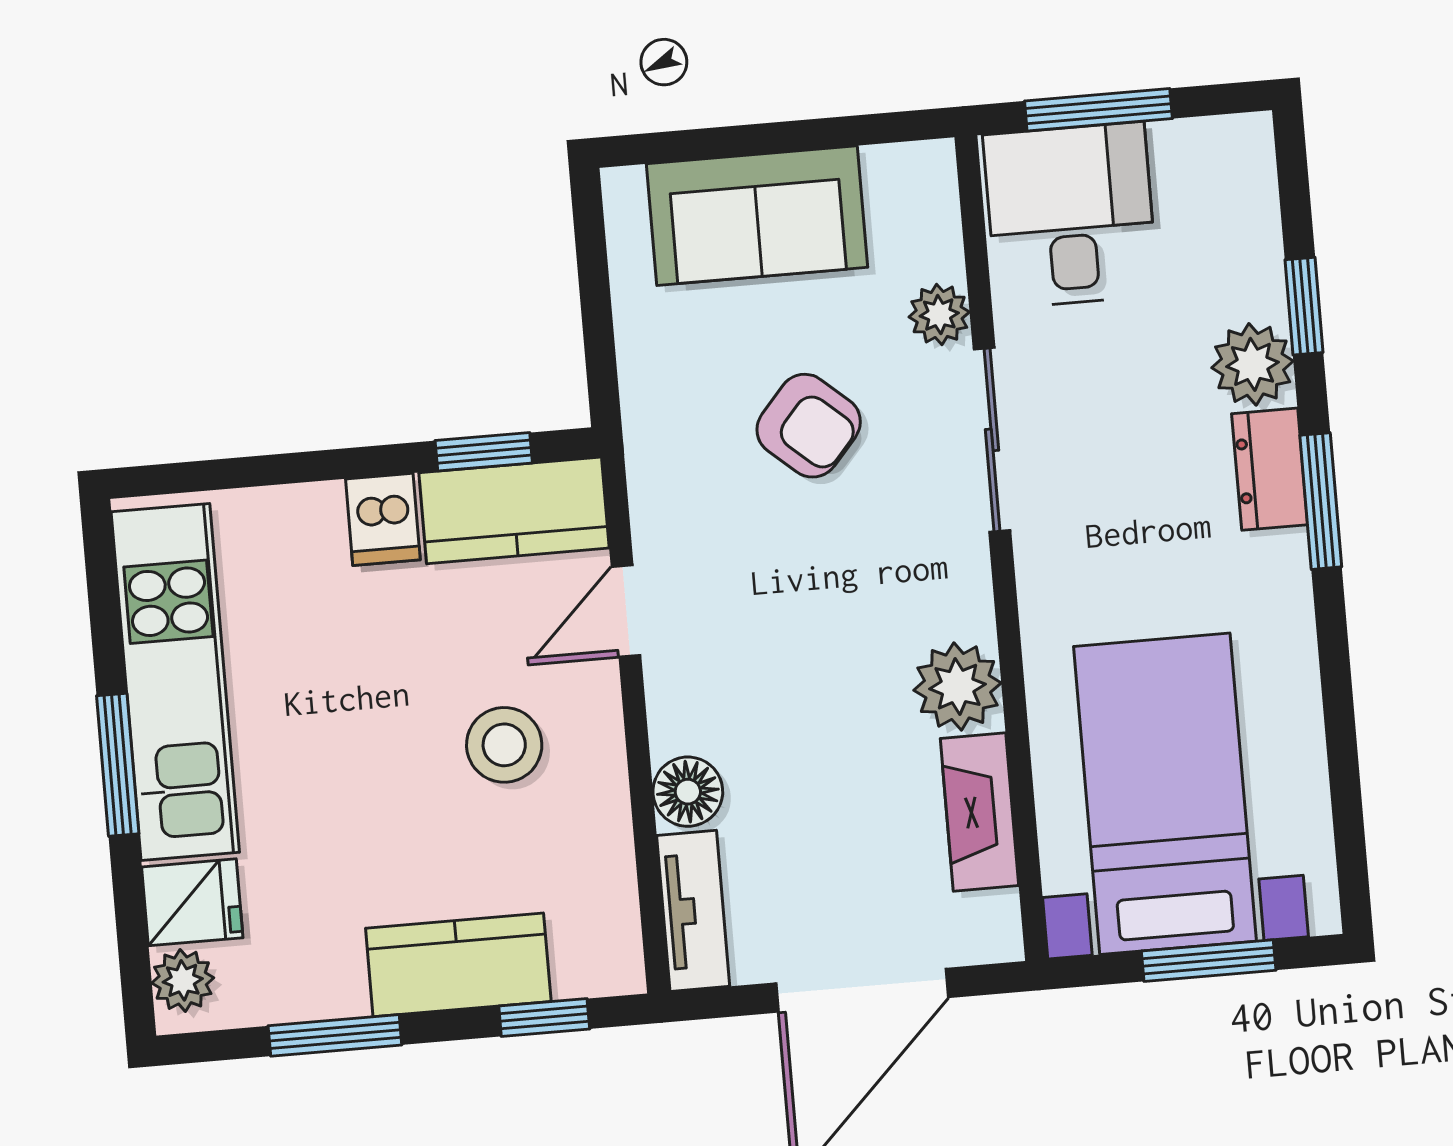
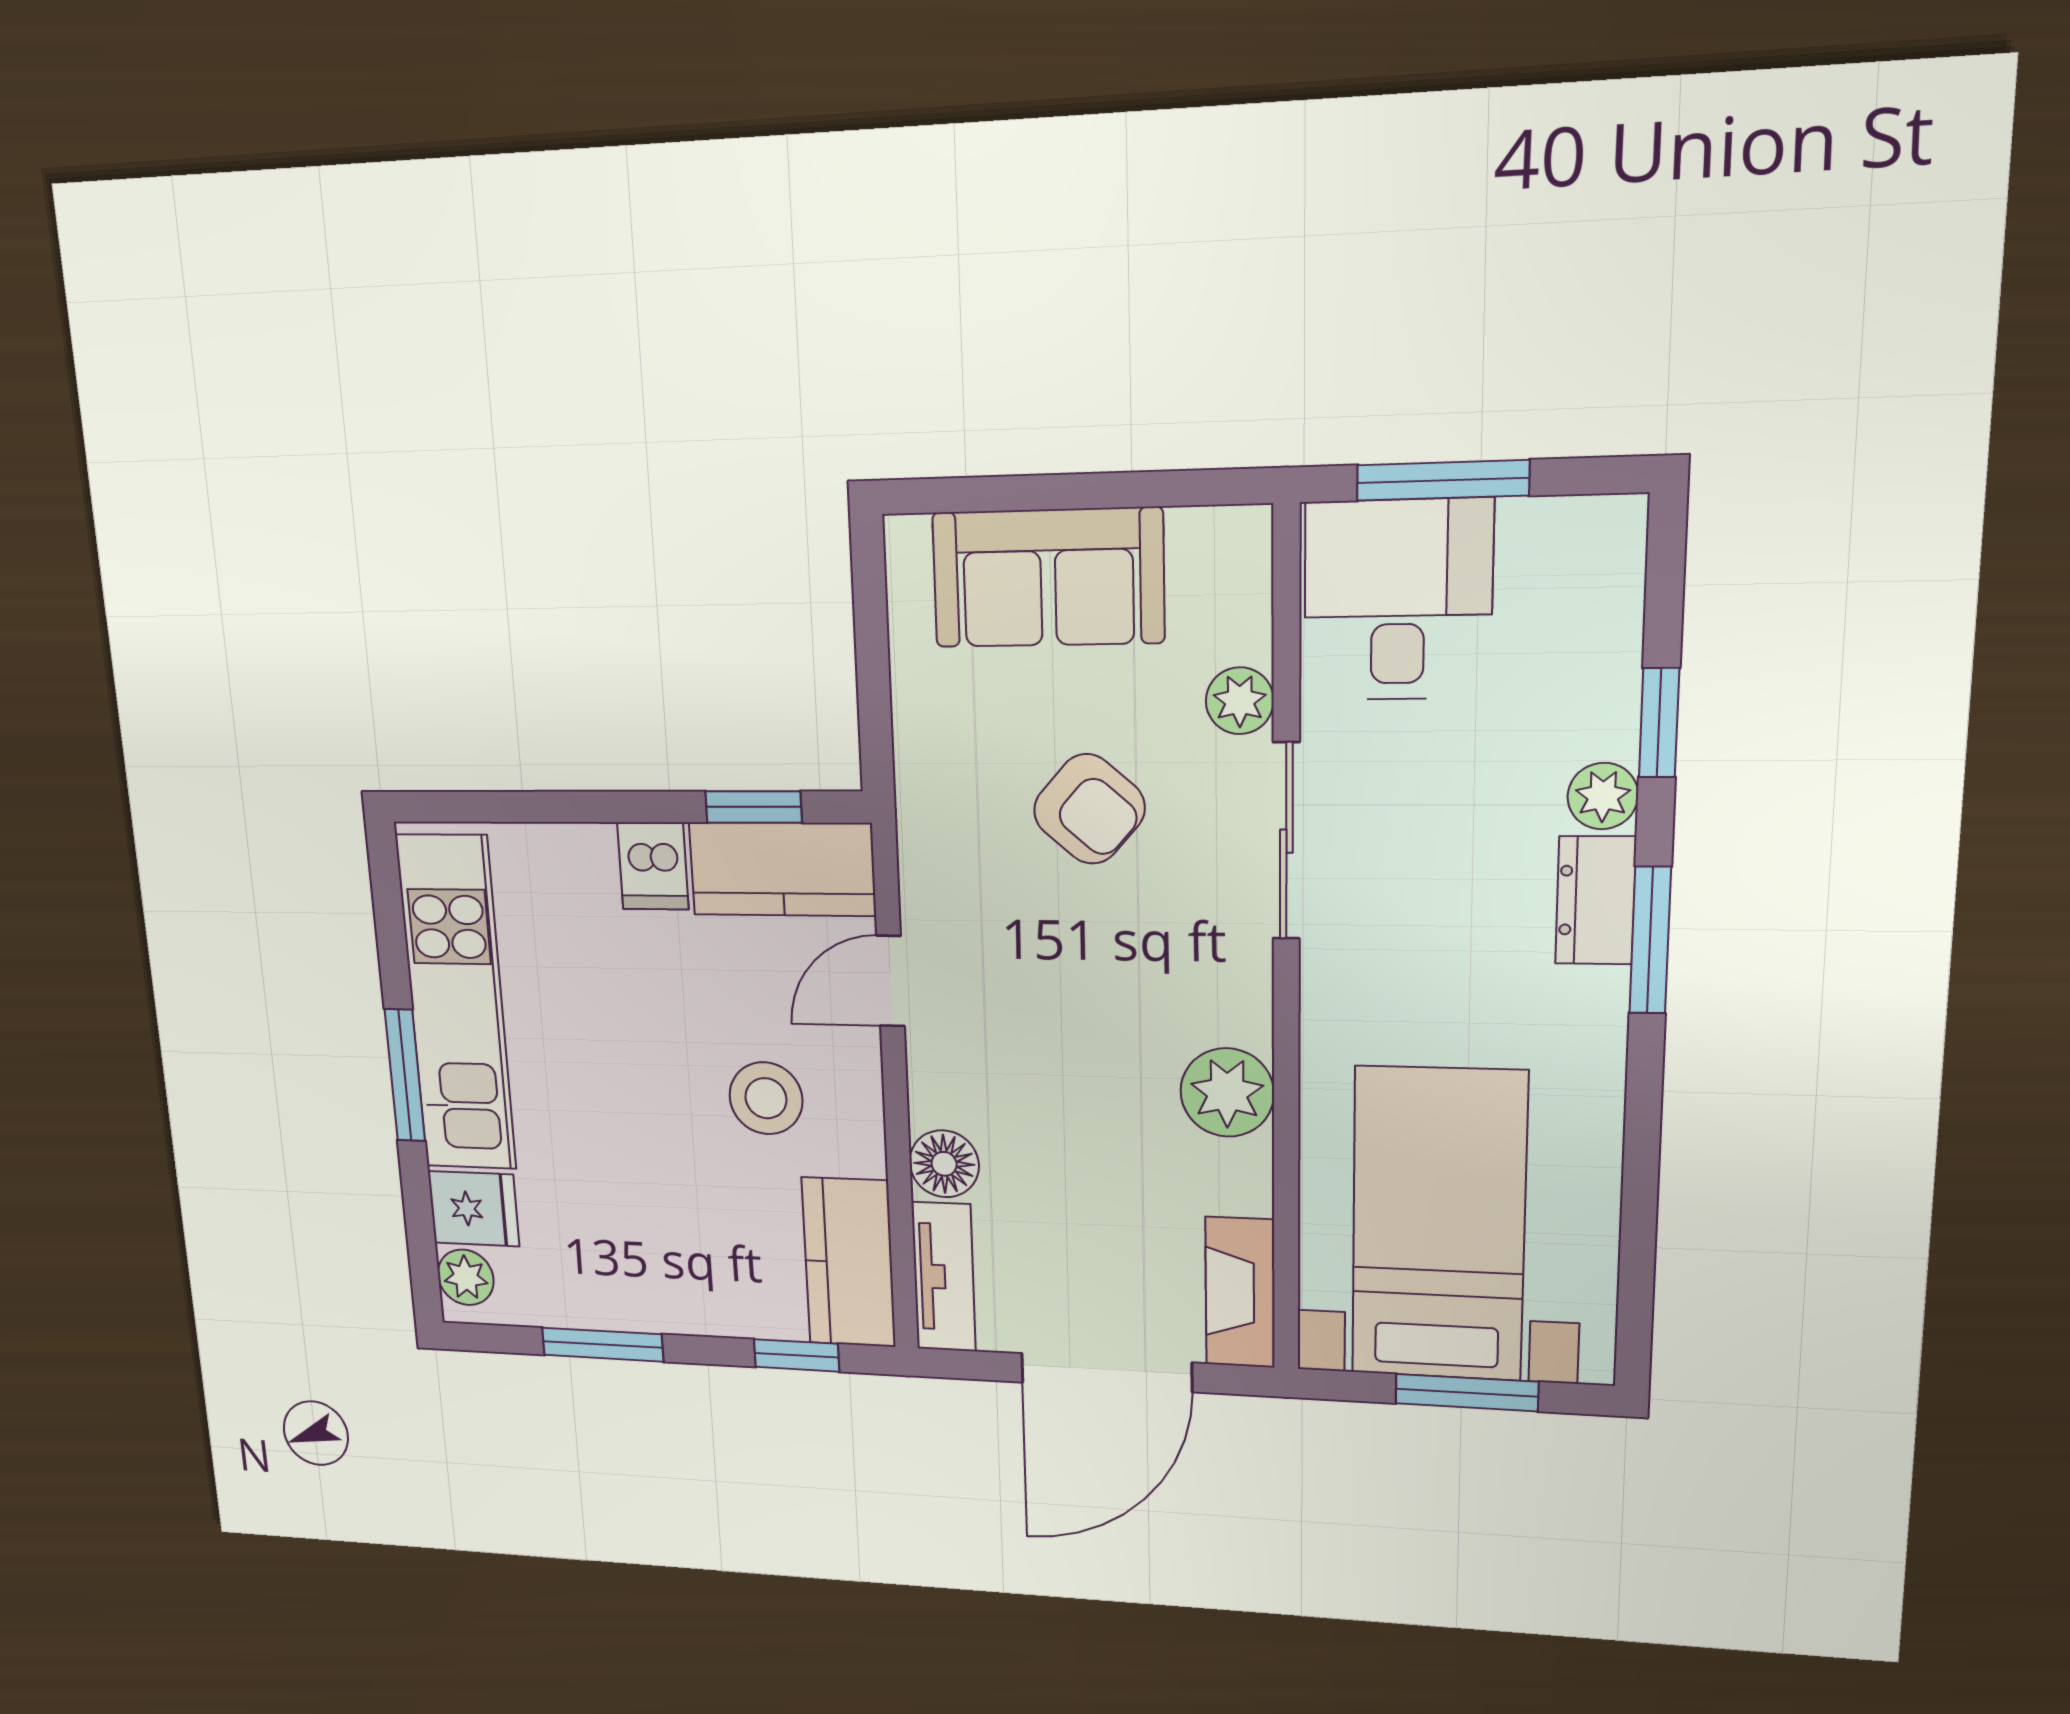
plant: (1253, 364) -> (1603, 796), width x0.73, depth x0.73
fireplace: (980, 812) -> (1240, 1292), moved
kitchen counter: (458, 965) -> (849, 1262), moved, turned -90

